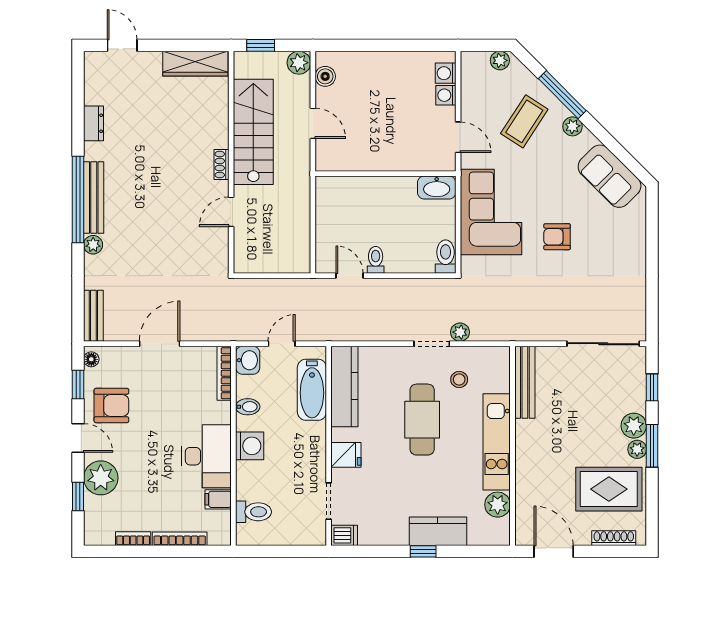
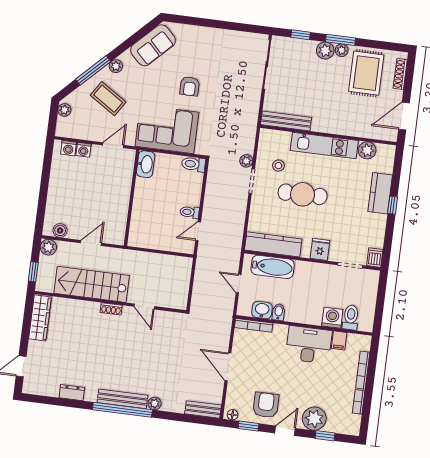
washbasin: (248, 360) -> (262, 310), moved
washing machine: (250, 446) -> (332, 318), moved

